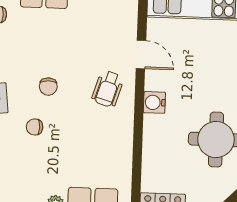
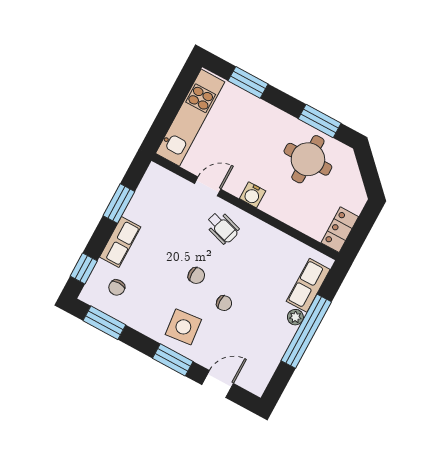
chair: (35, 127) -> (224, 303), turned -90

